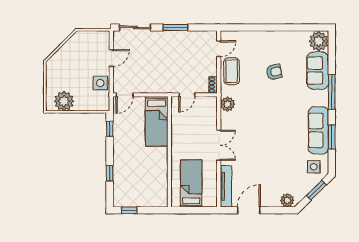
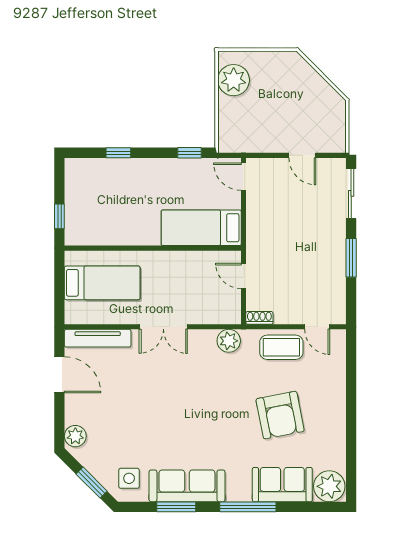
armchair: (274, 72) -> (280, 415), width x1.88, depth x1.88
side table: (100, 83) -> (262, 138), removed
window: (129, 210) -> (59, 216), moved

